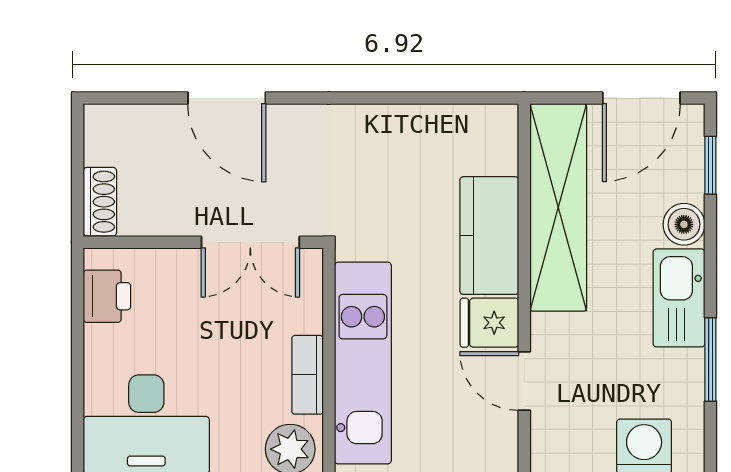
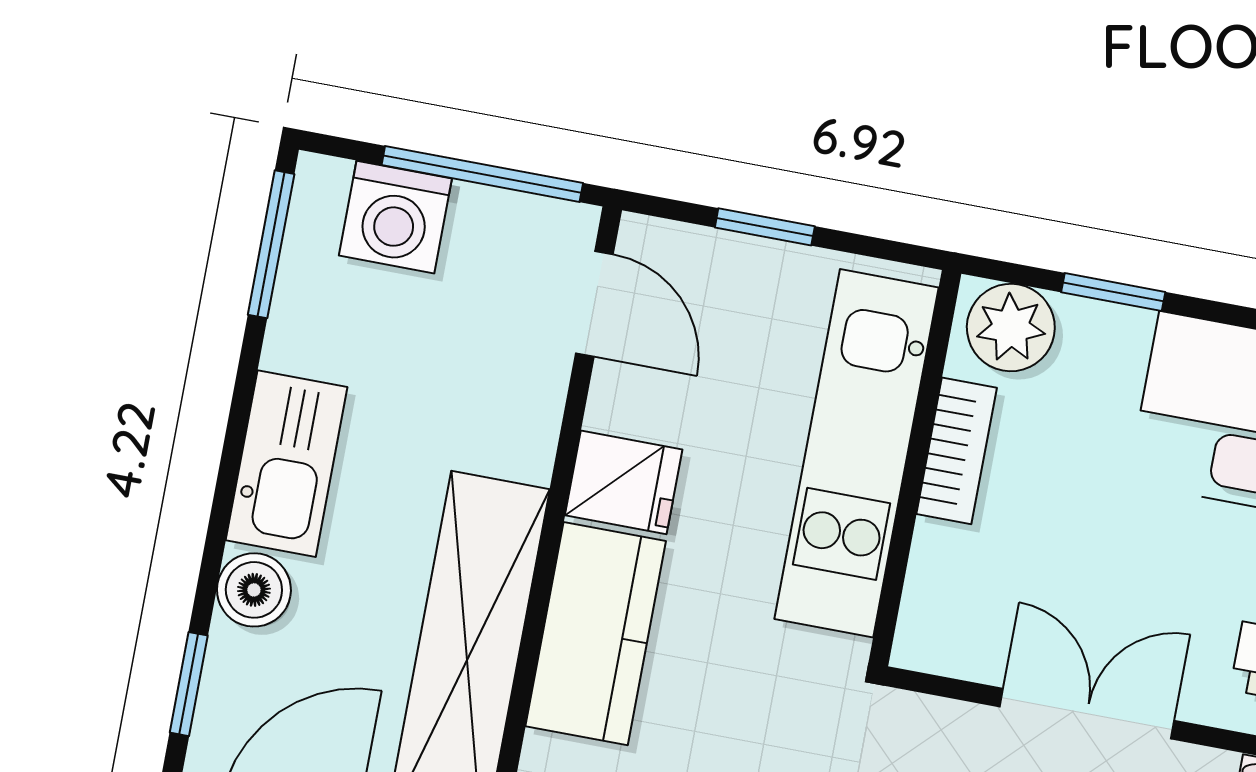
double door: (250, 242) -> (1087, 714), moved
window: (710, 360) -> (271, 244), moved
door: (524, 381) -> (594, 304), moved

